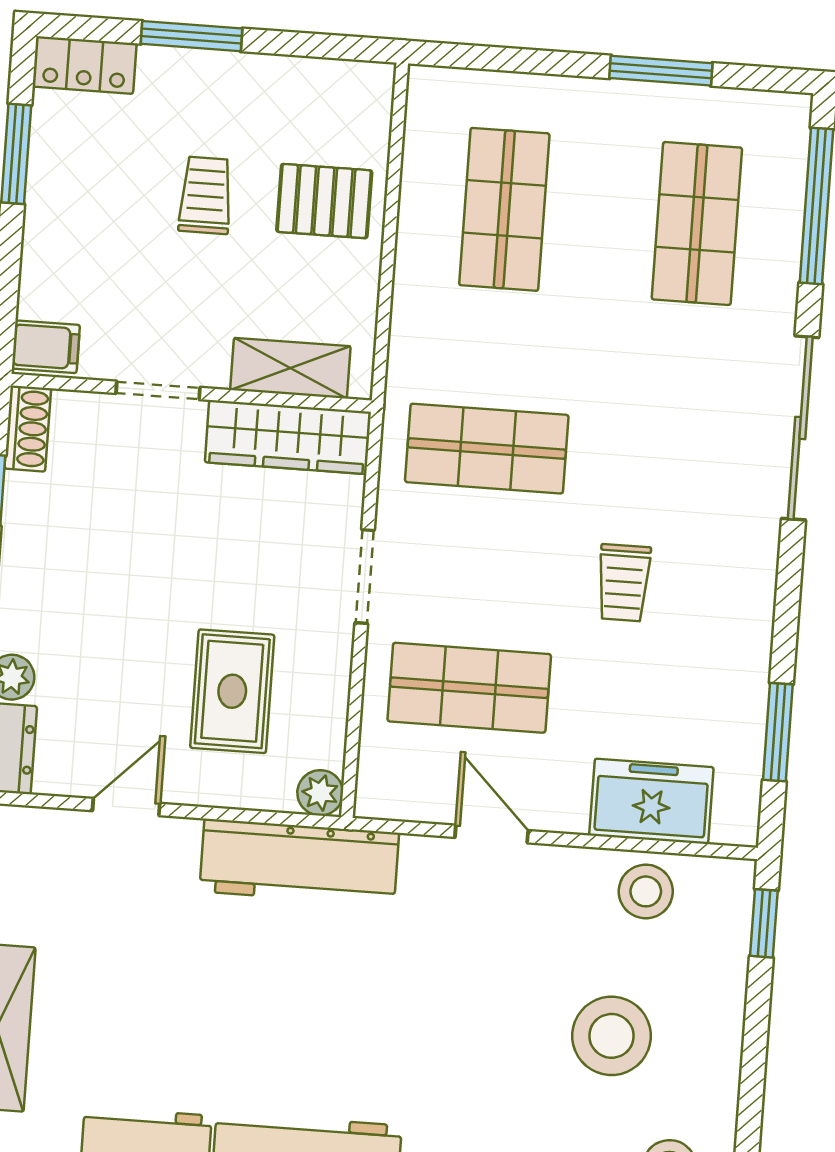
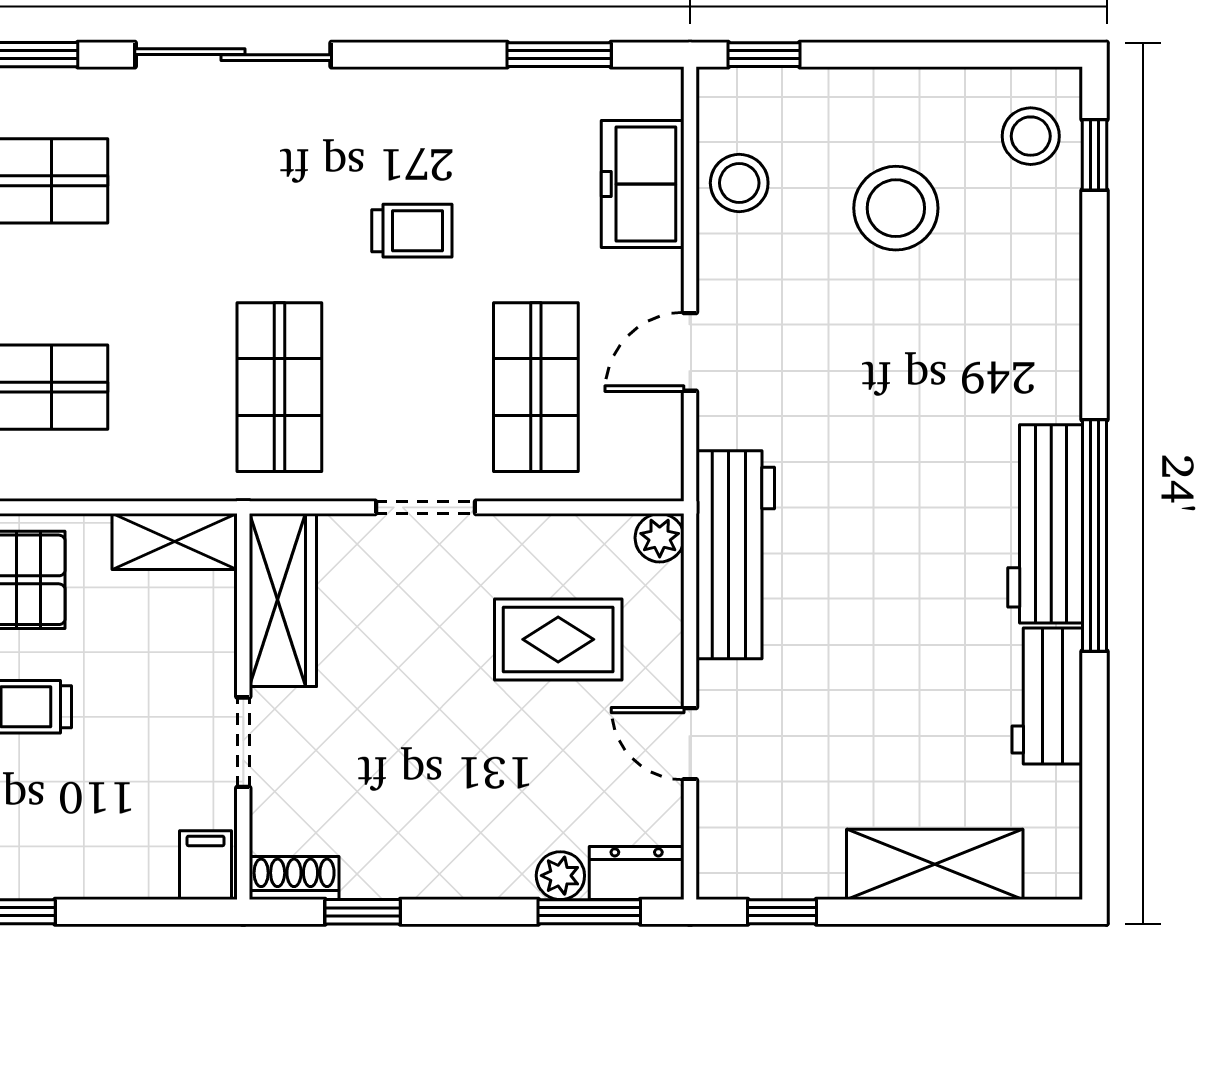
shelving: (290, 368) -> (175, 542), moved, turned 90

